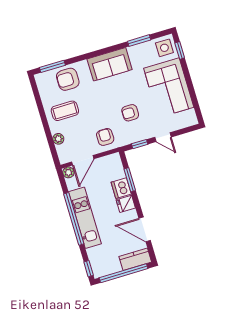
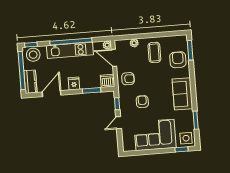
dishwasher: (121, 188) -> (108, 81), moved
stool: (101, 263) -> (33, 55), added

